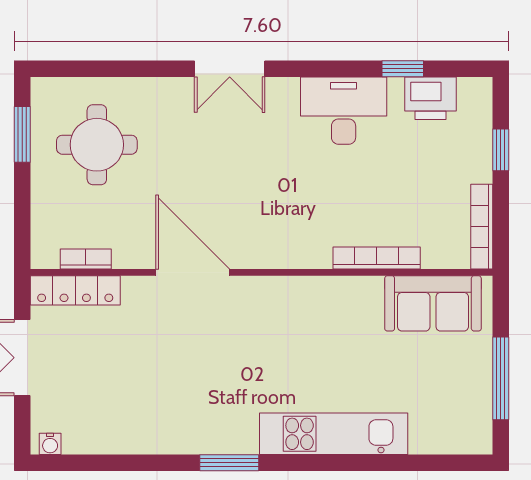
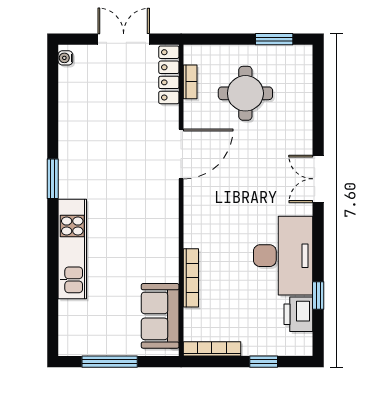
desk: (344, 111) -> (283, 256), width x1.36, depth x1.30
round table: (97, 145) -> (245, 93), moved

